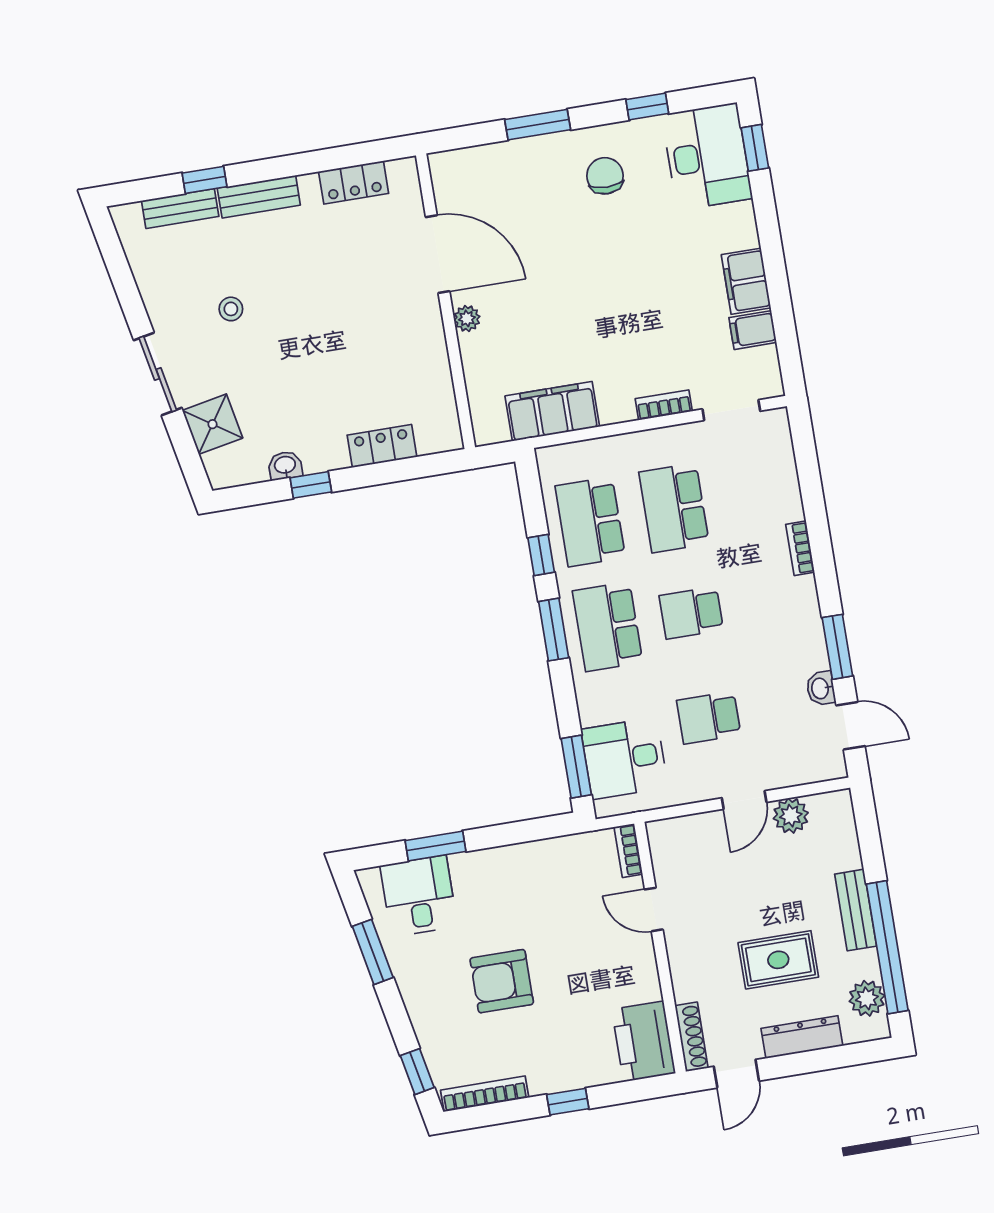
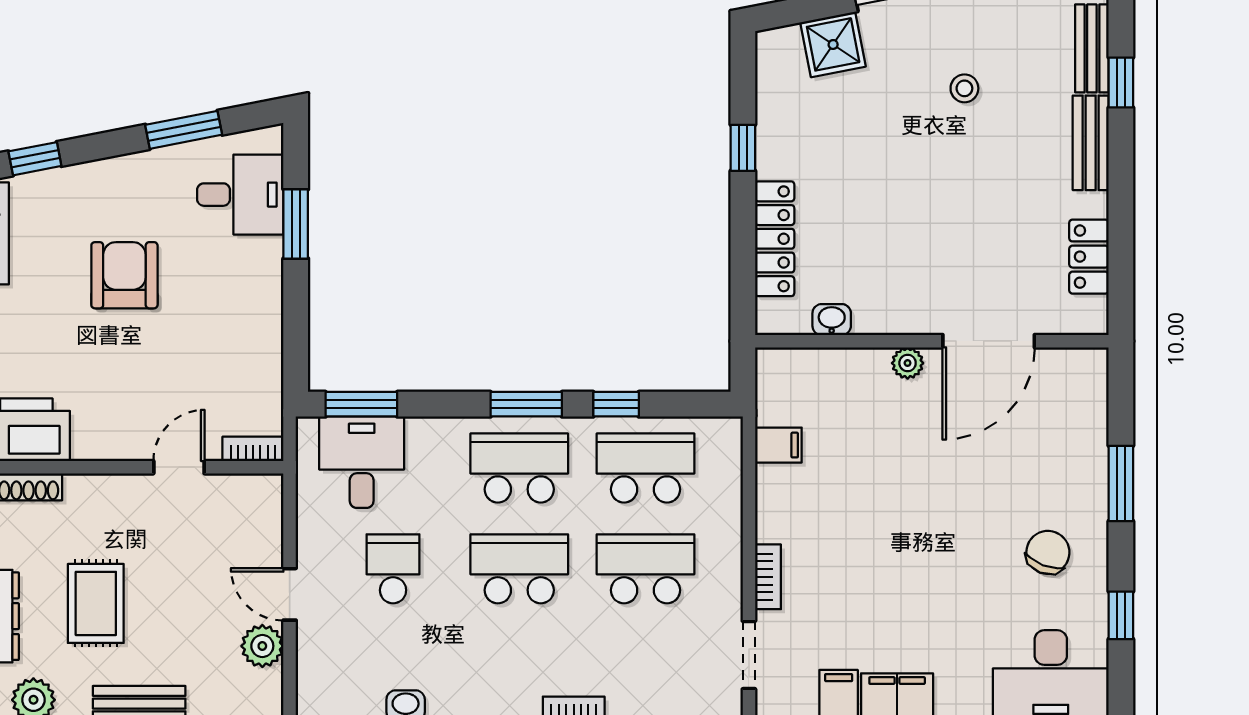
chair: (605, 176) -> (1048, 552), turned -69
filing cabinet: (552, 411) -> (778, 445), width x0.33, depth x0.86
locker: (382, 446) -> (775, 239), width x1.53
washbasin: (285, 466) -> (832, 320), moved, turned -90
school desk: (691, 613) -> (519, 569), width x1.85

